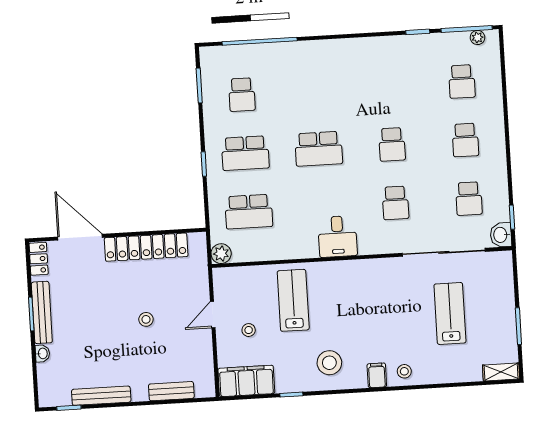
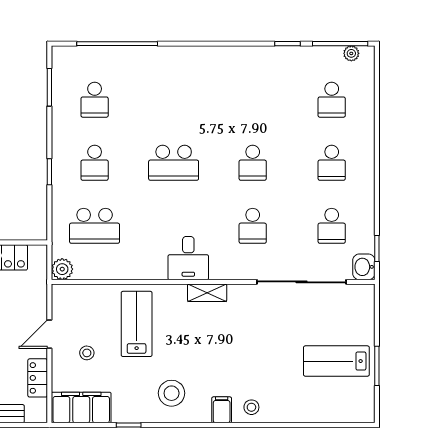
school desk: (245, 153) -> (95, 163), width x0.54
lab bench: (450, 313) -> (336, 361), moved, turned -90
locker: (204, 356) -> (38, 378), added
shelving: (501, 372) -> (207, 293), moved

